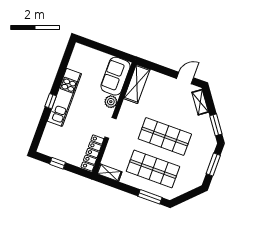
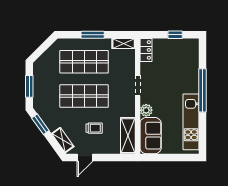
kitchen unit: (64, 97) -> (191, 122), moved
window: (51, 101) -> (203, 90), width x3.17
trolley: (166, 103) -> (94, 128), added
locker: (92, 153) -> (146, 50), width x0.66
window: (150, 197) -> (93, 35), moved

